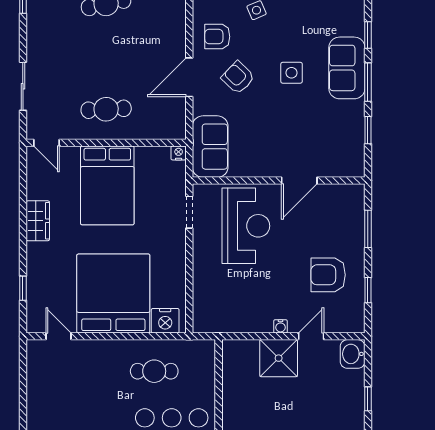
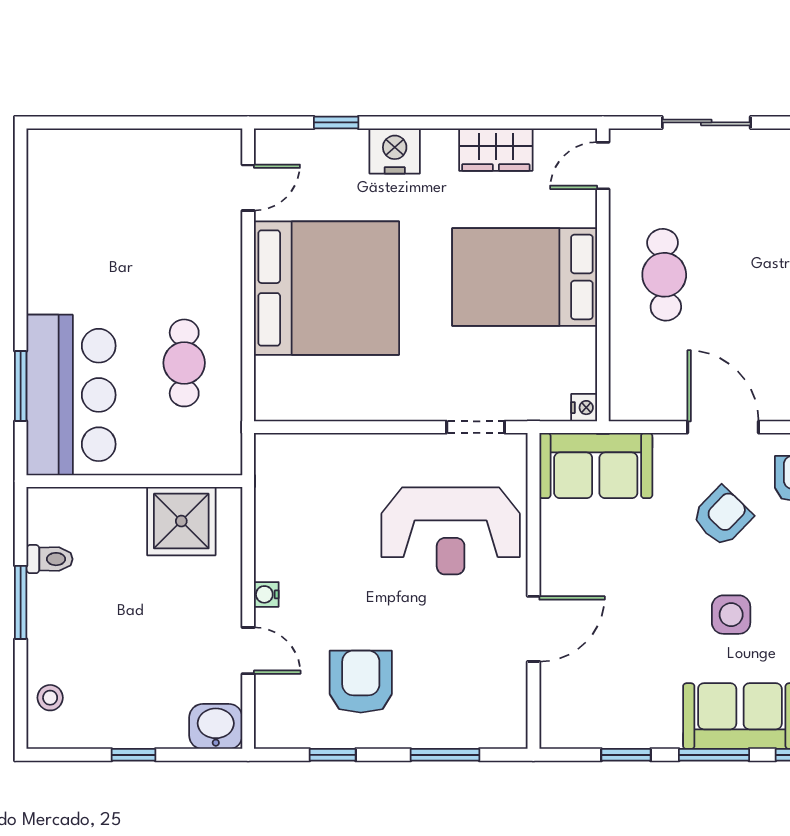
door: (299, 181) -> (533, 629), swing flipped
wardrobe: (38, 221) -> (496, 150), moved
nightstand: (165, 321) -> (395, 151), moved, turned 90
shower: (279, 358) -> (181, 521), moved

